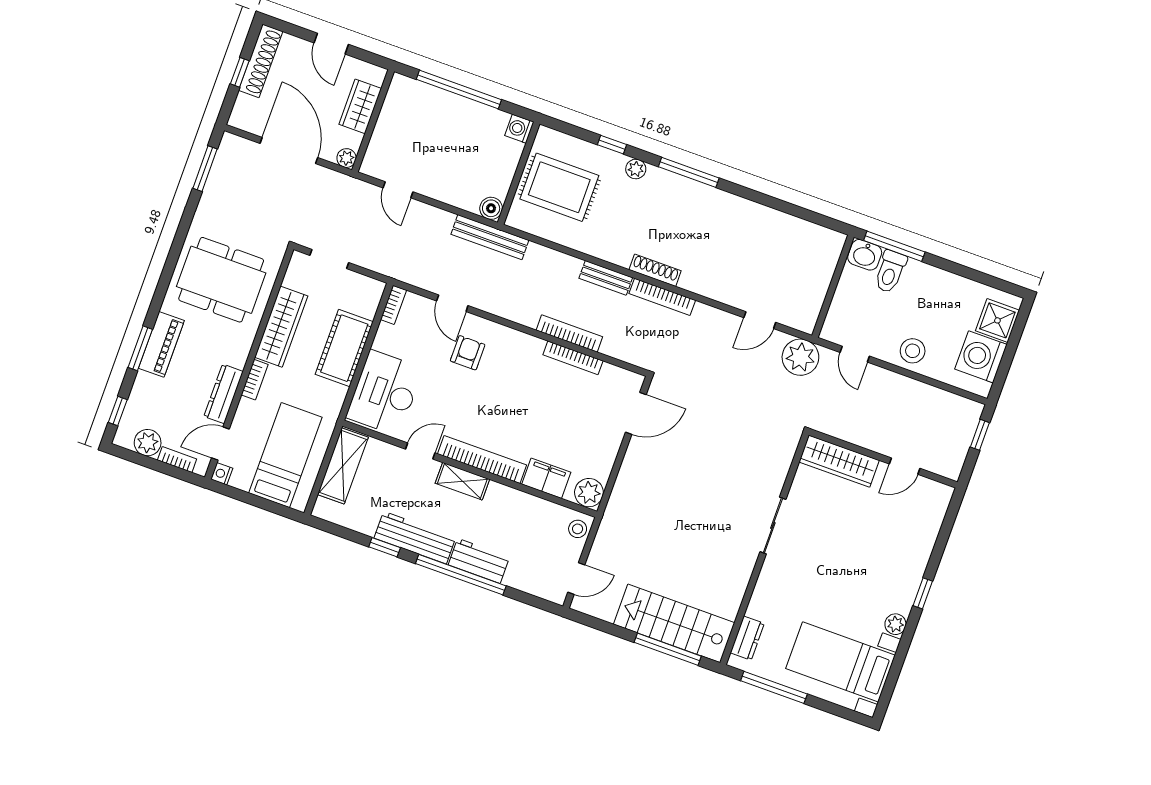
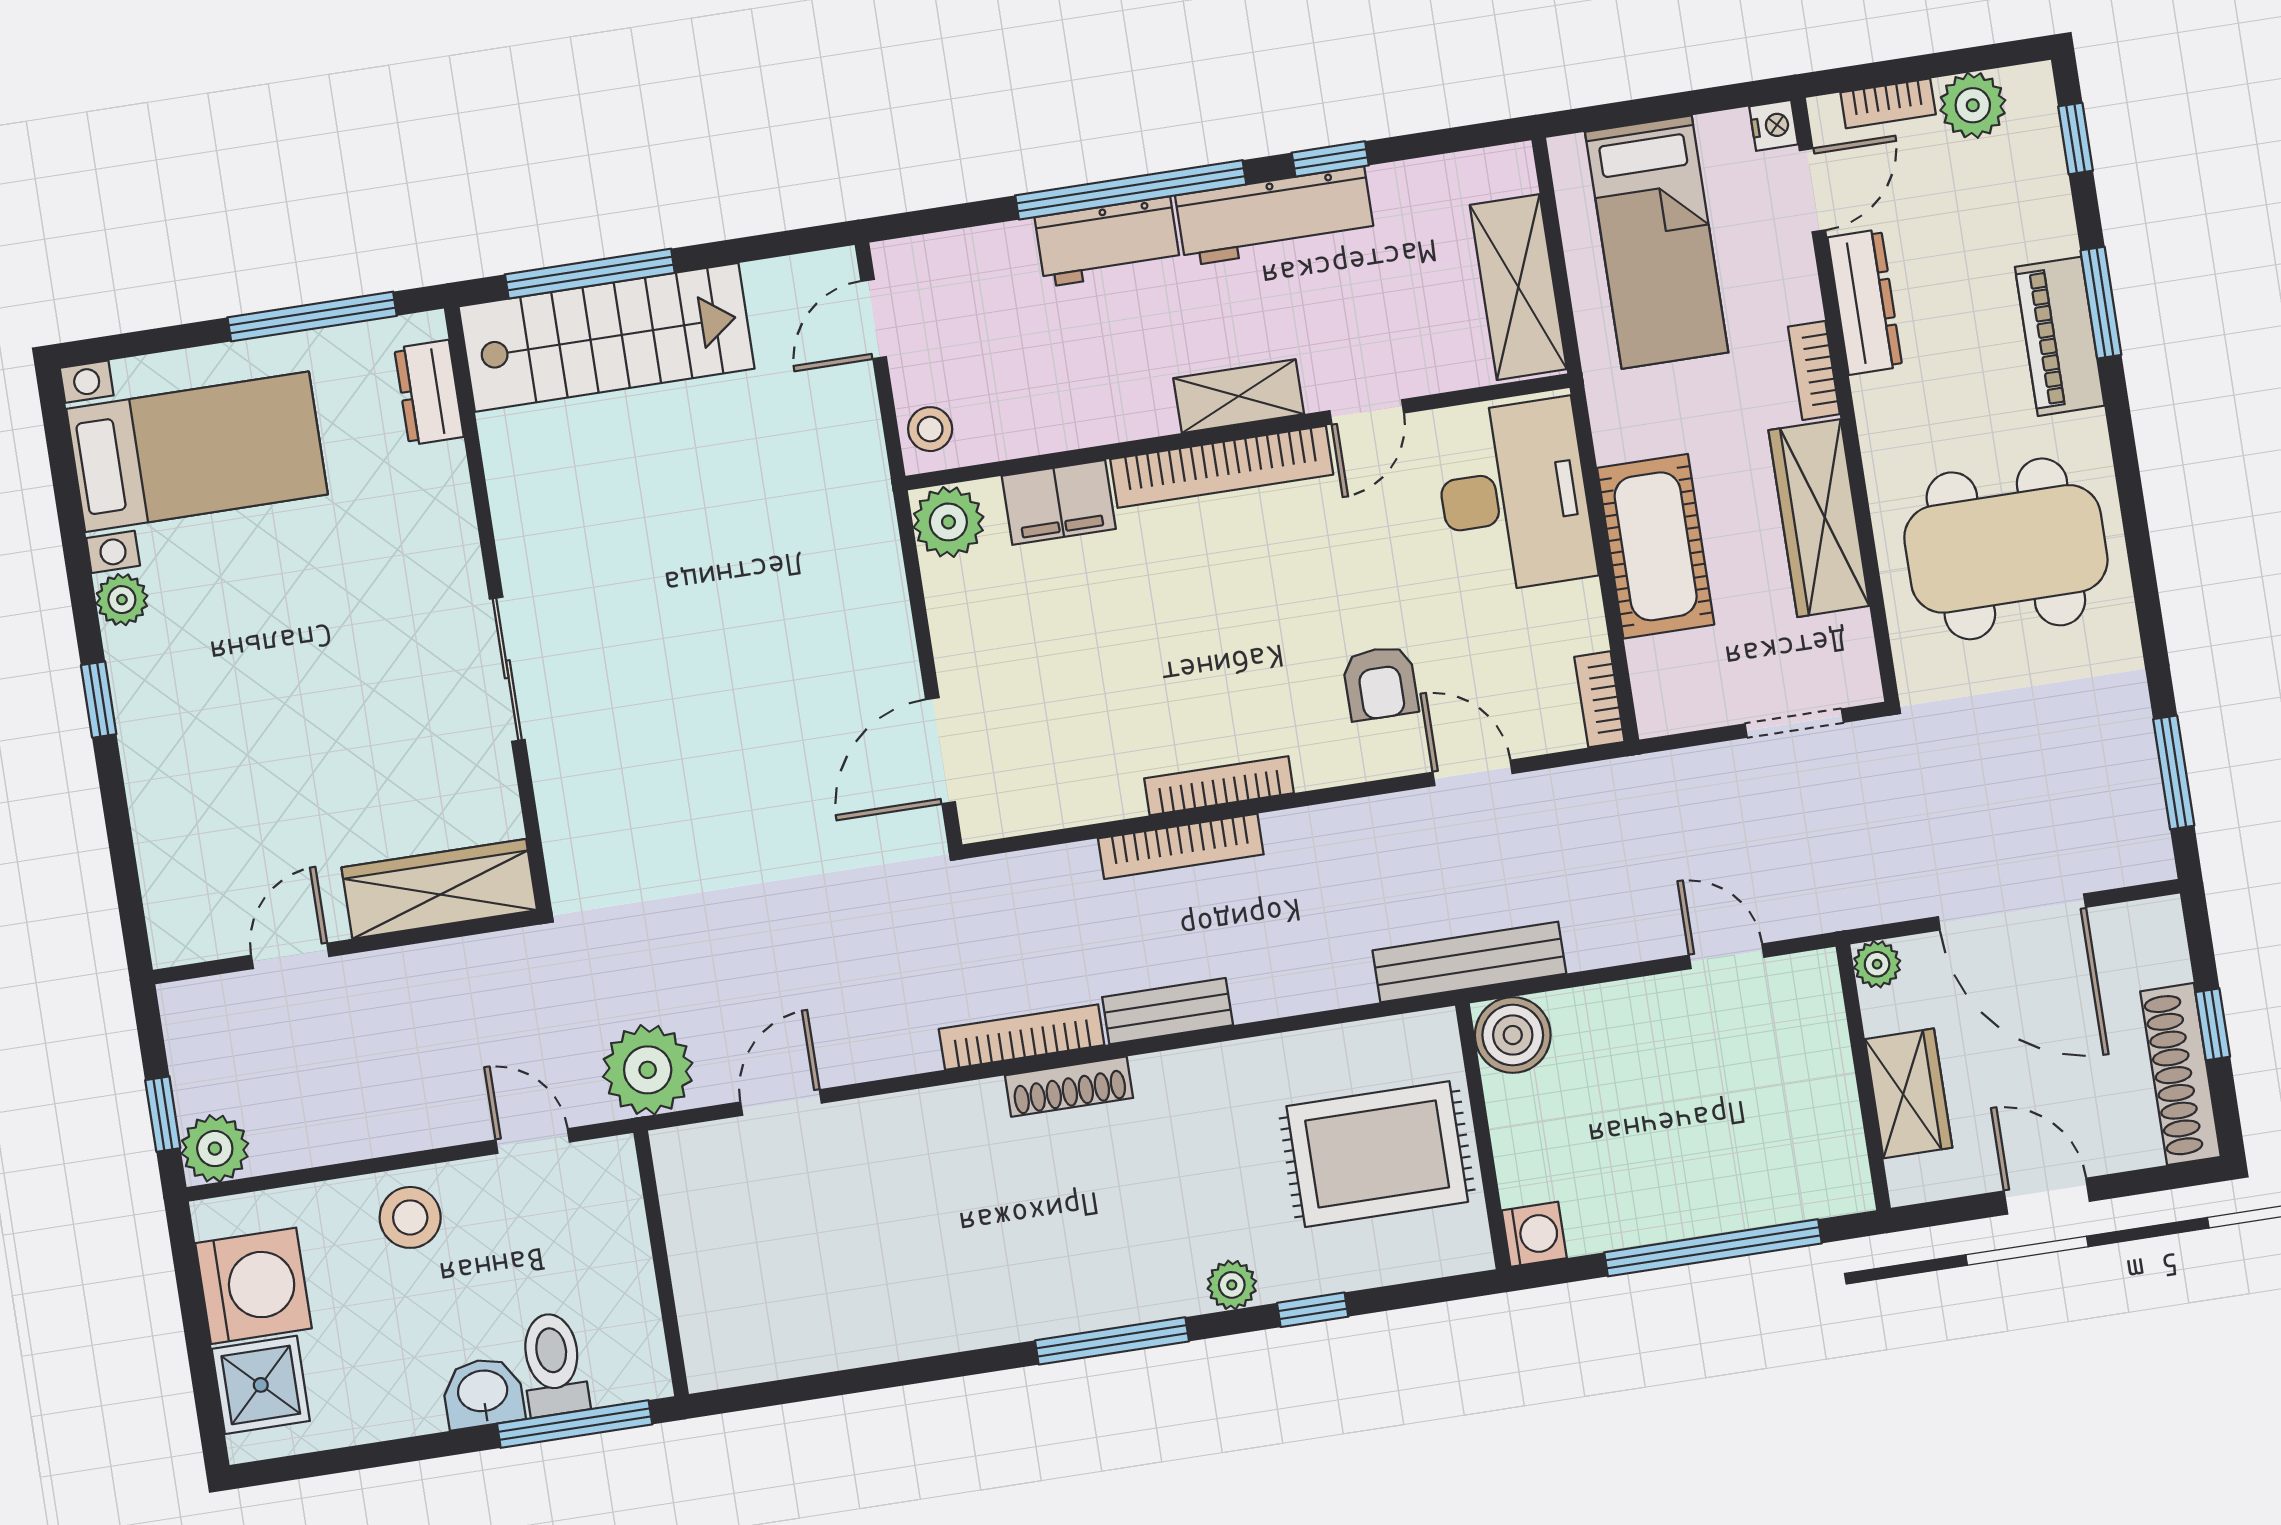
boiler: (491, 208) -> (1513, 1035), width x1.36, depth x1.36
washbasin: (865, 255) -> (483, 1393), moved
bookcase: (573, 358) -> (1219, 786), moved
plant: (968, 413) -> (215, 1149), added

